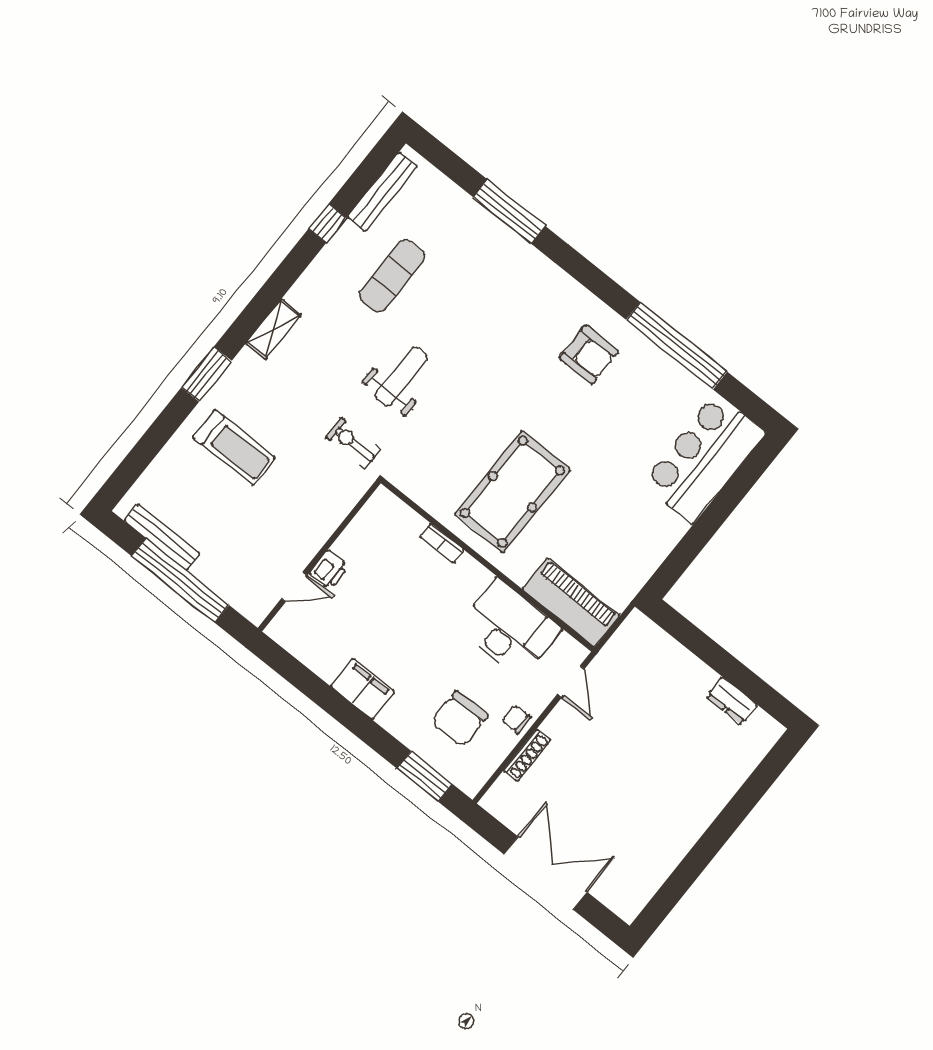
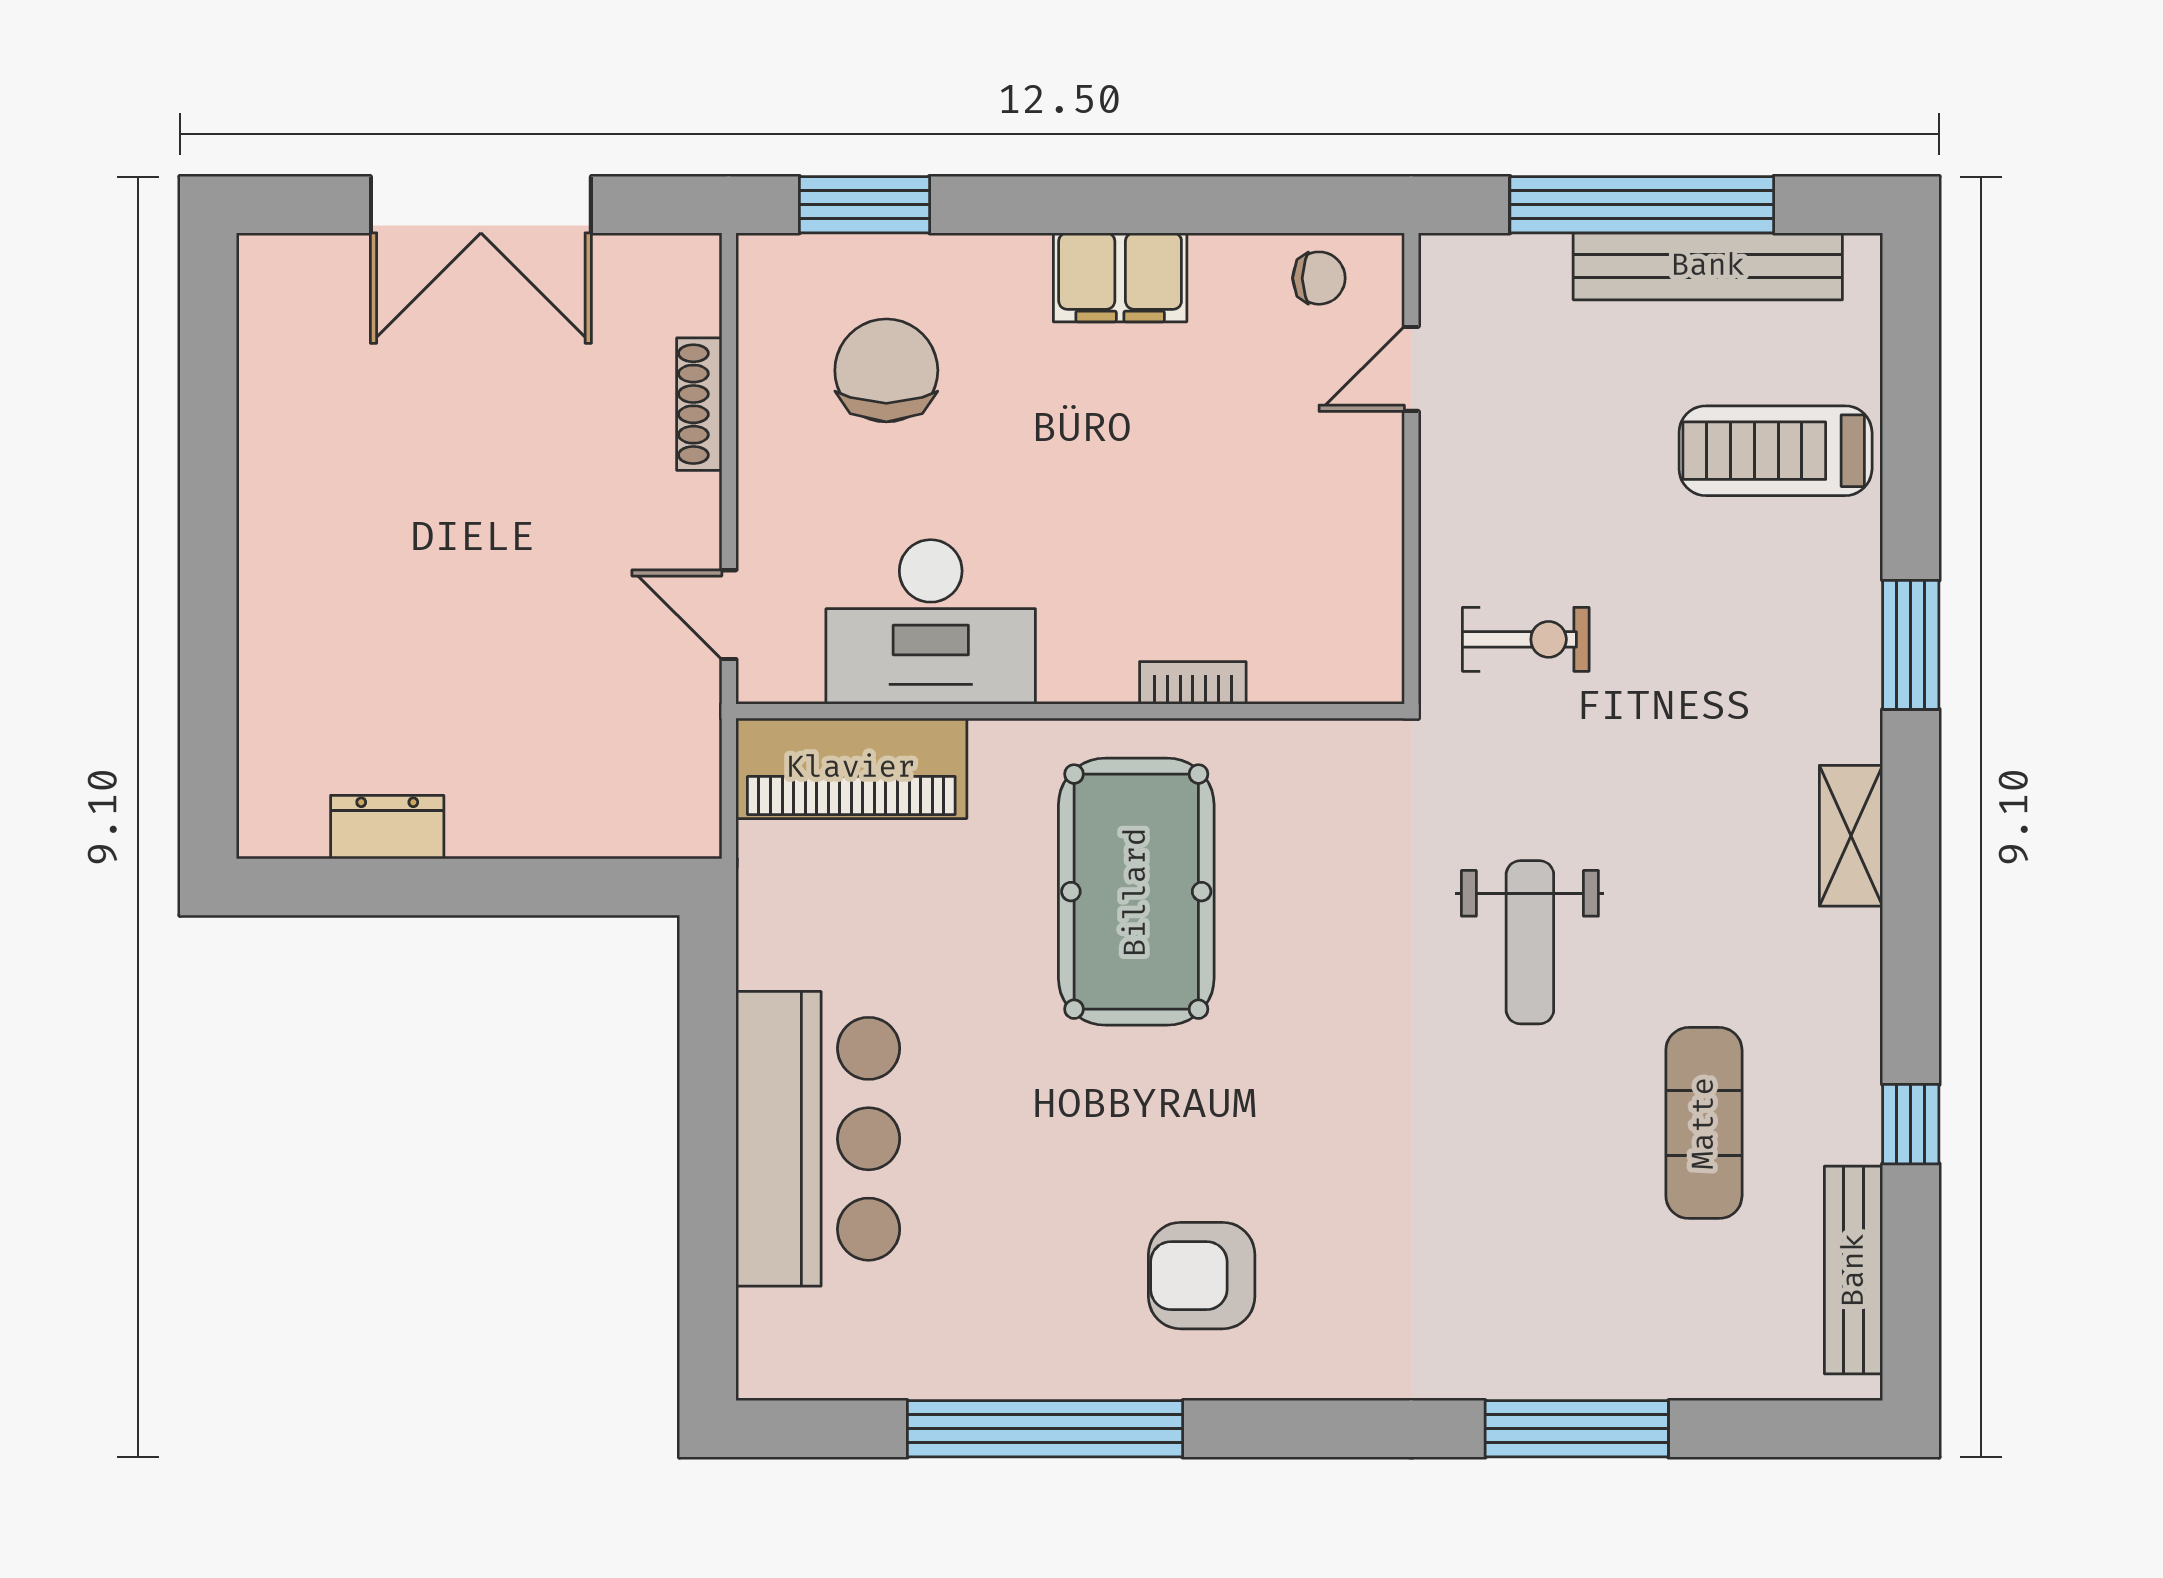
exercise bike: (353, 443) -> (1526, 639), moved
treadmill: (234, 447) -> (1776, 451), moved
bar counter: (704, 458) -> (818, 1139), moved
bench: (162, 537) -> (1708, 266), width x1.37, depth x1.21
printer: (329, 570) -> (1370, 456), removed
chair: (517, 719) -> (1319, 278), moved

